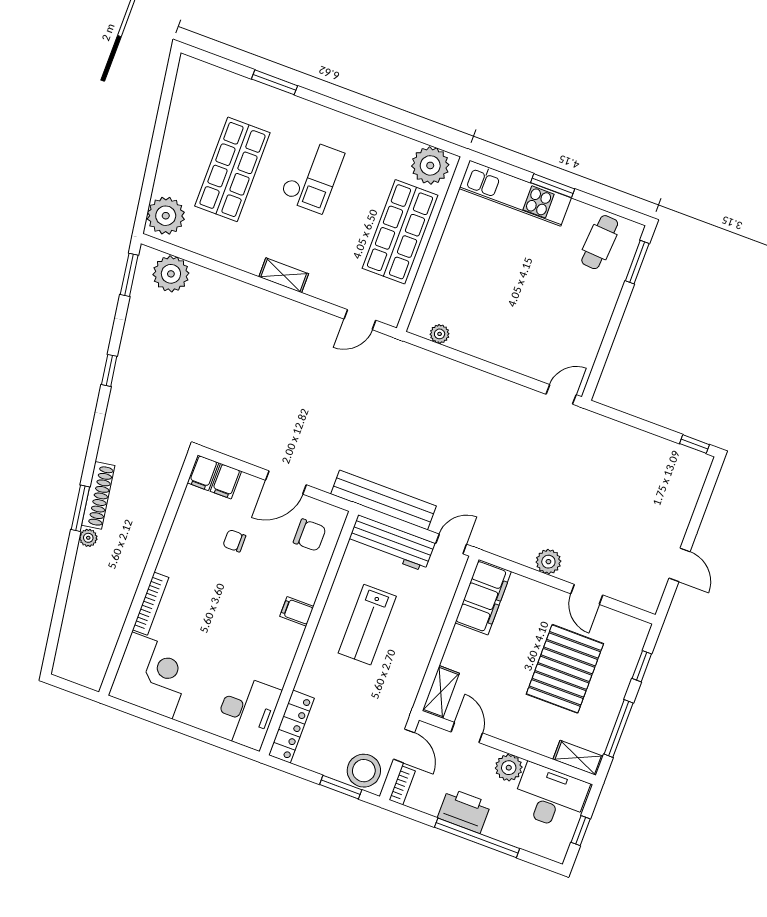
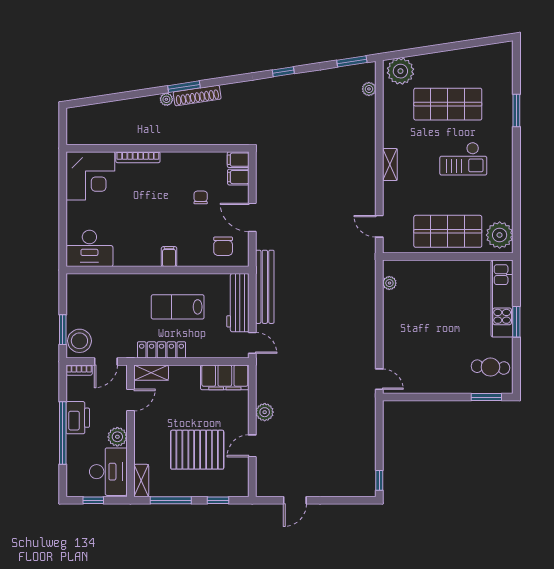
plant: (171, 274) -> (369, 89), width x0.53, depth x0.53
locker: (291, 727) -> (161, 350), moved, turned 180

